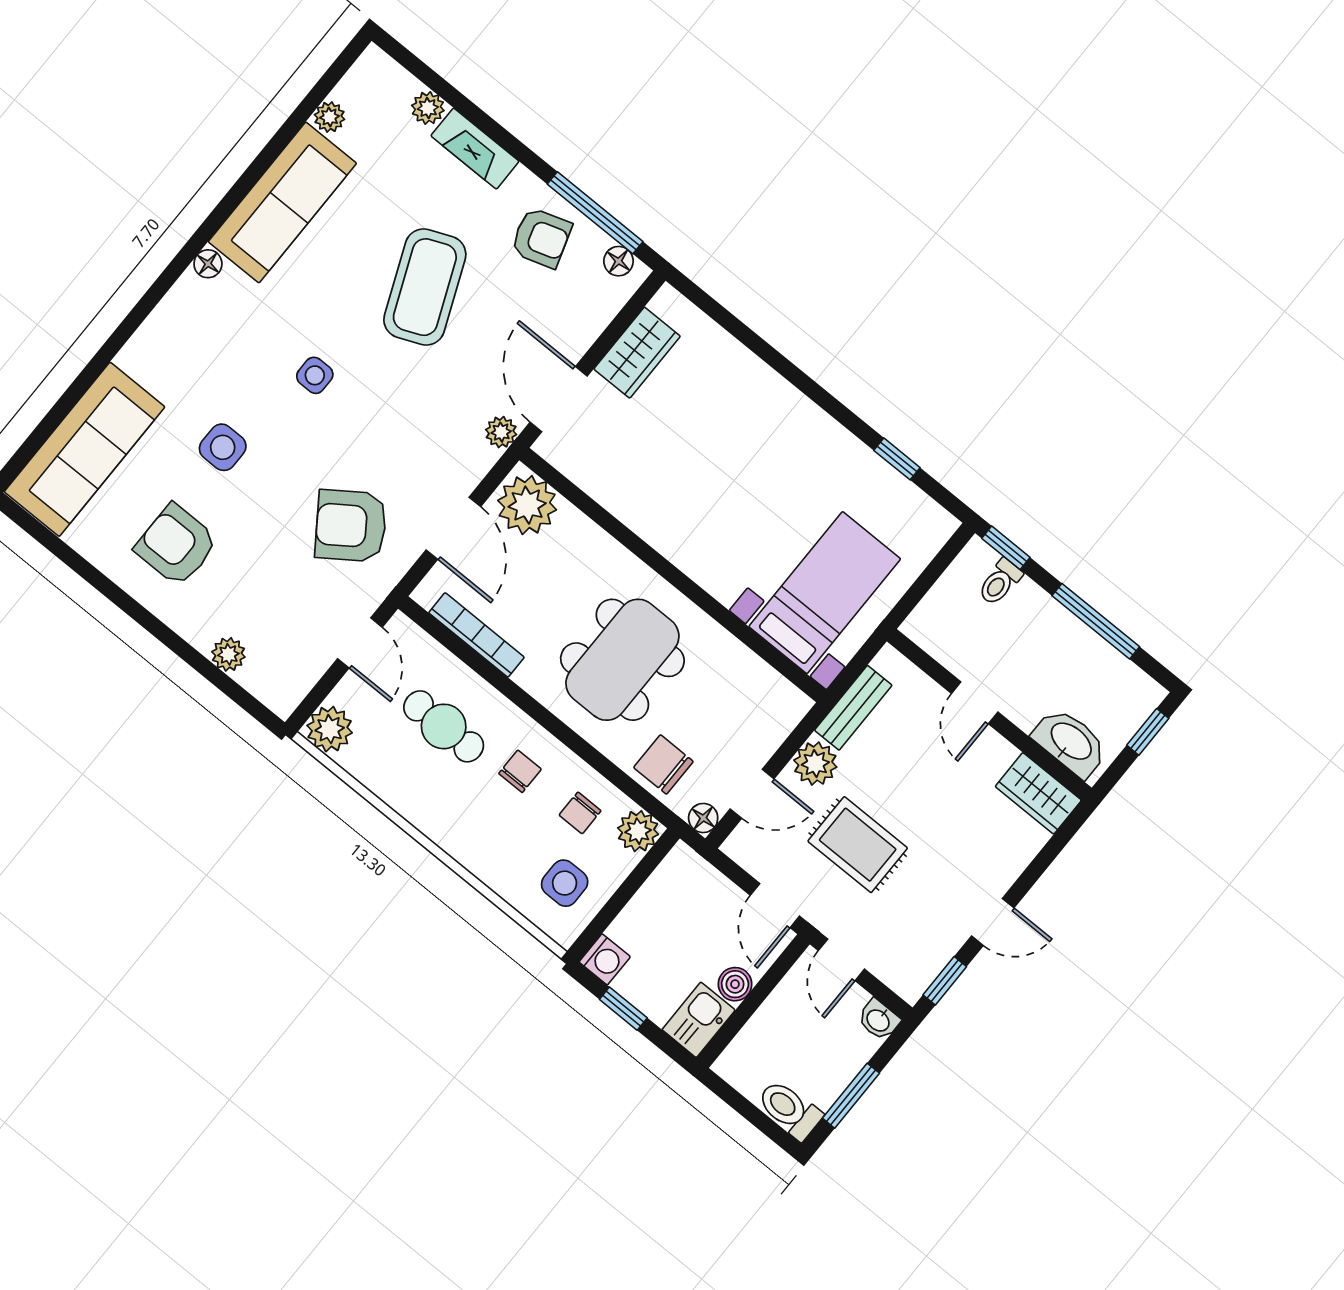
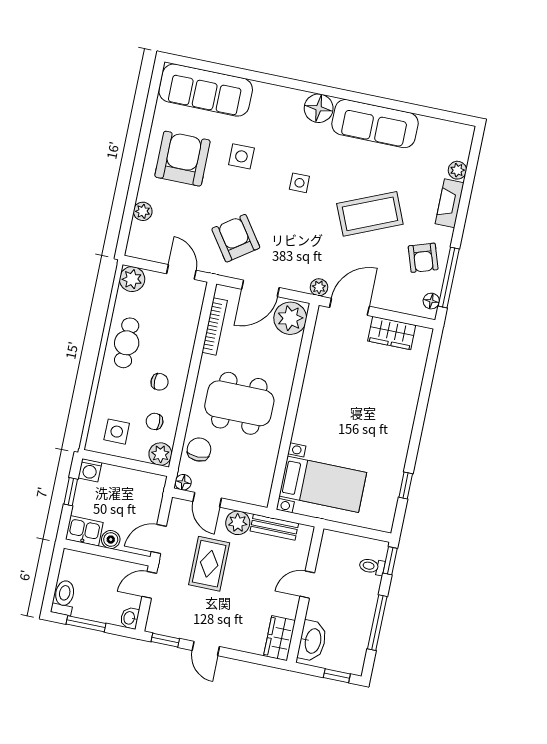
plant: (329, 117) -> (428, 125), removed
floor lamp: (208, 264) -> (319, 108), width x1.89, depth x1.89
armchair: (176, 545) -> (182, 159), width x1.36, depth x1.36
door: (360, 643) -> (181, 272), swing flipped
cafe table: (444, 726) -> (127, 343), moved

